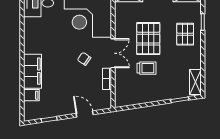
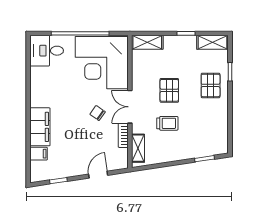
pallet: (148, 39) -> (169, 90), width x0.67, depth x0.71
double door: (113, 53) -> (130, 107), swing flipped
shelving: (195, 82) -> (138, 148), moved
door: (85, 114) -> (98, 175), hinge flipped

